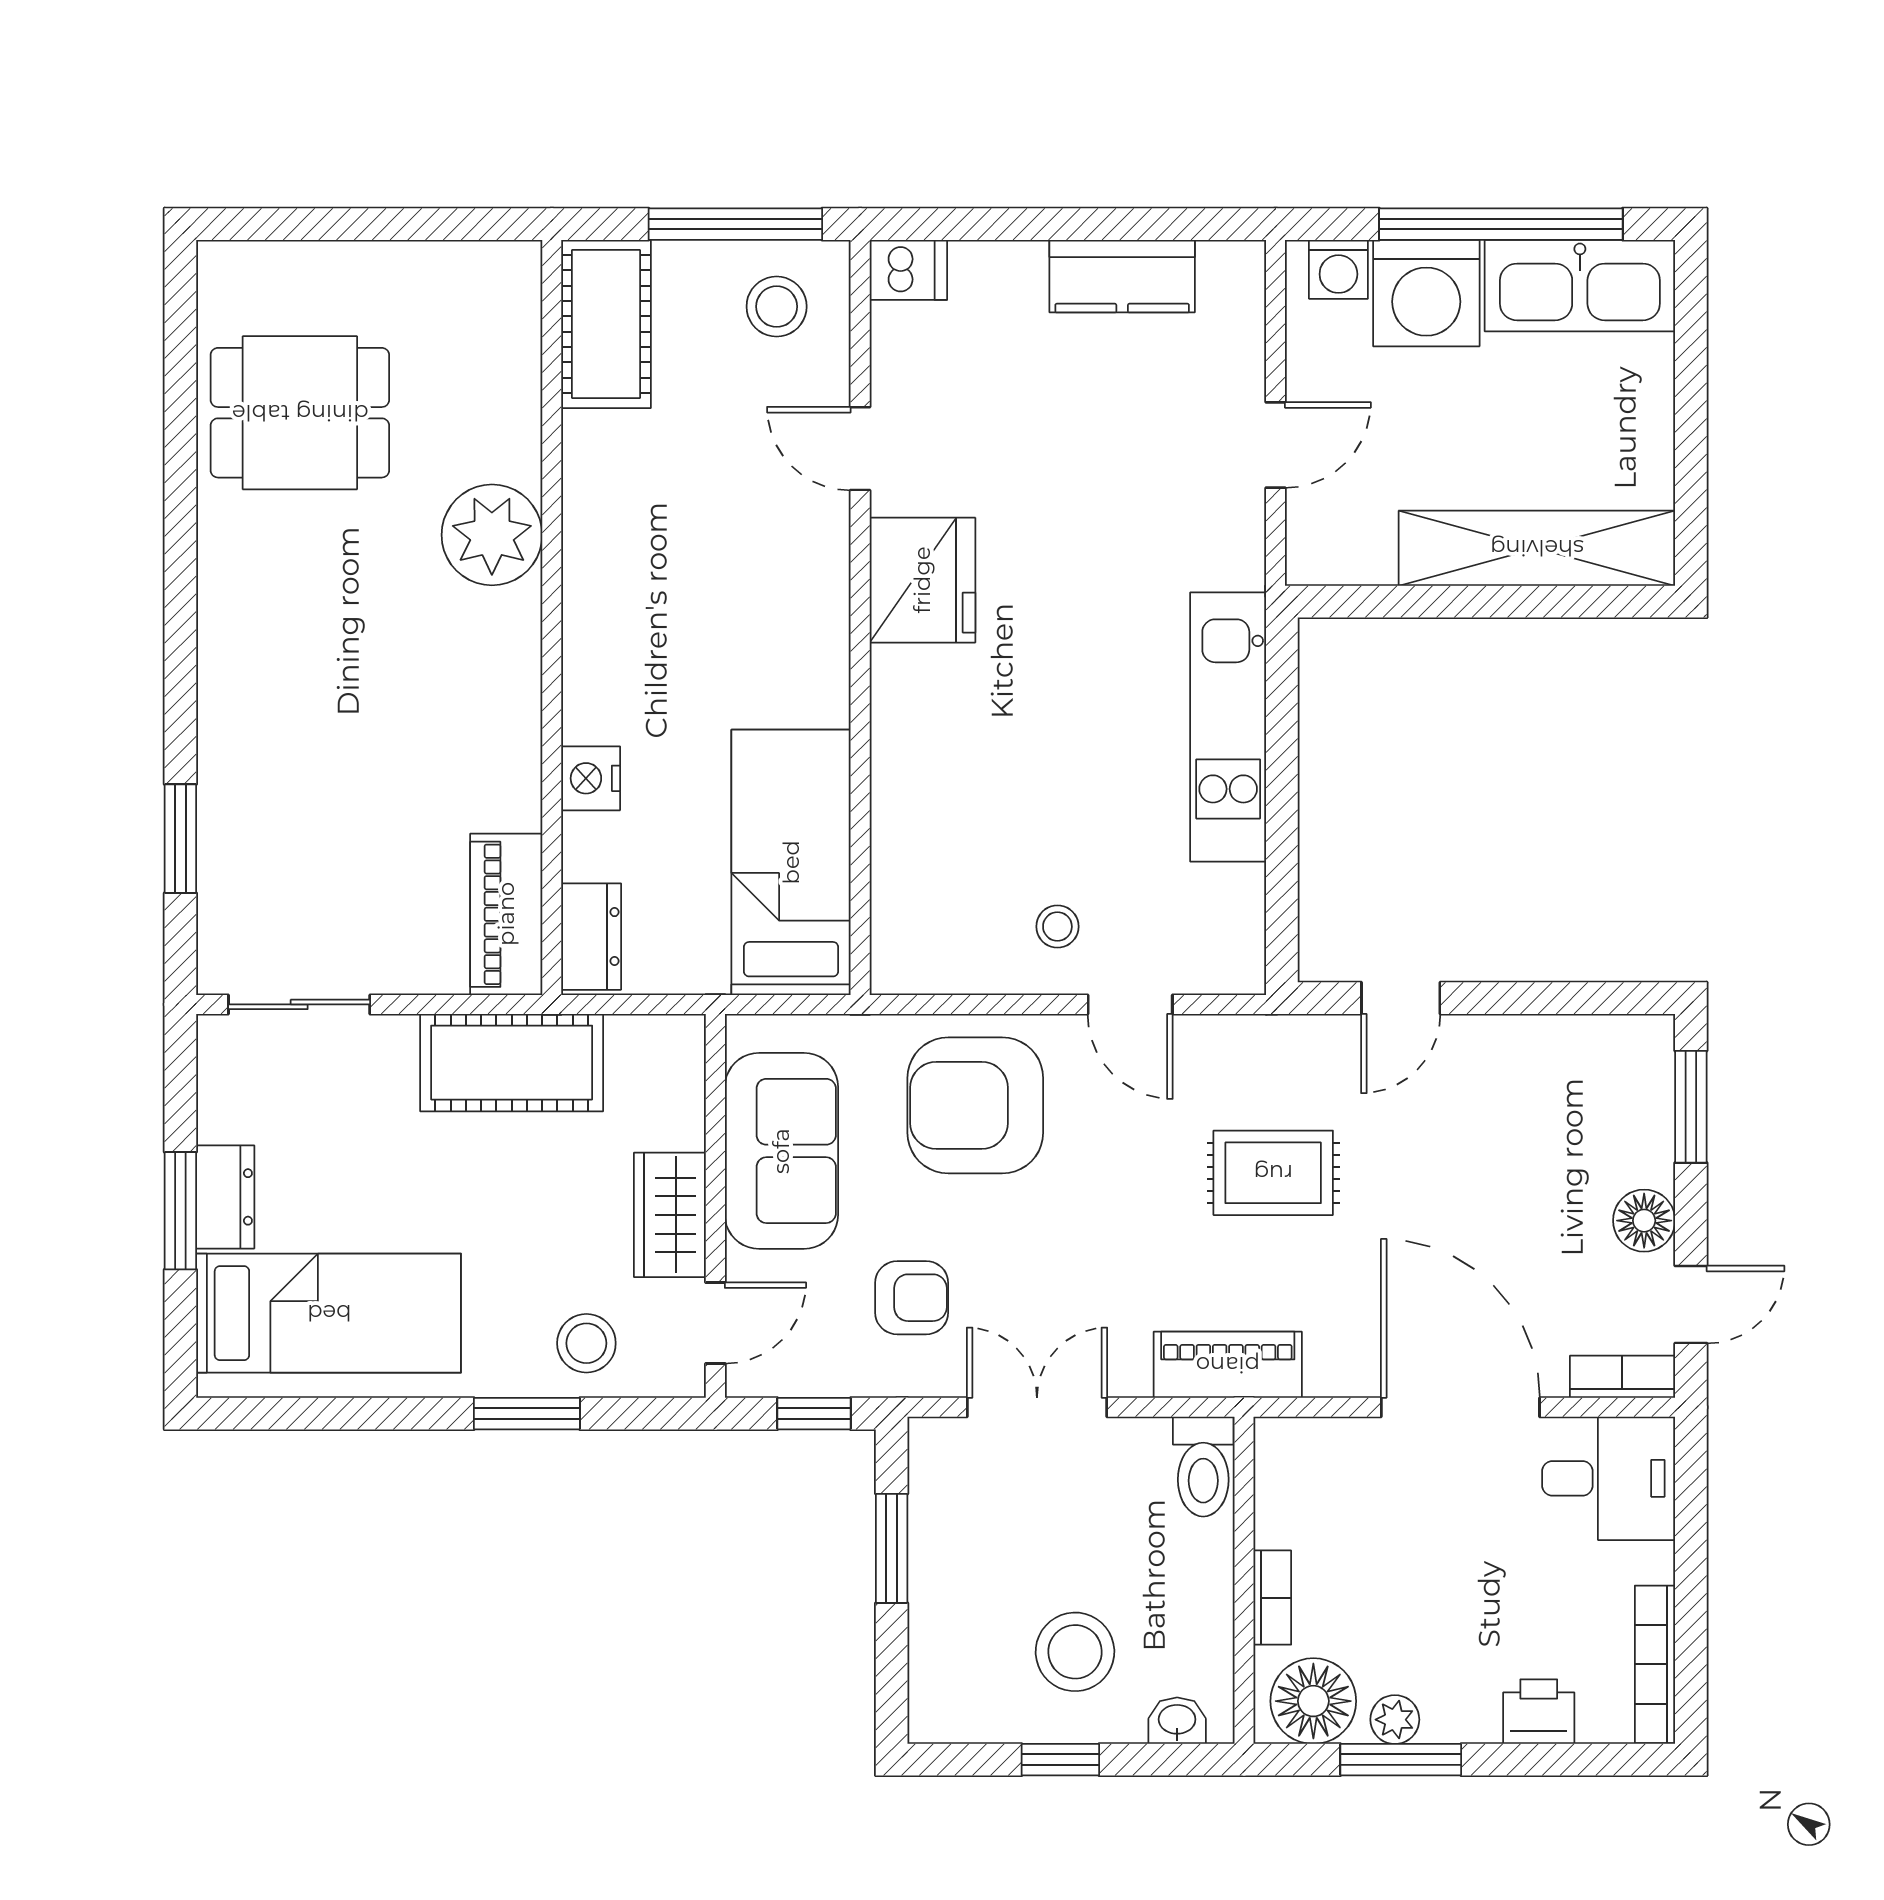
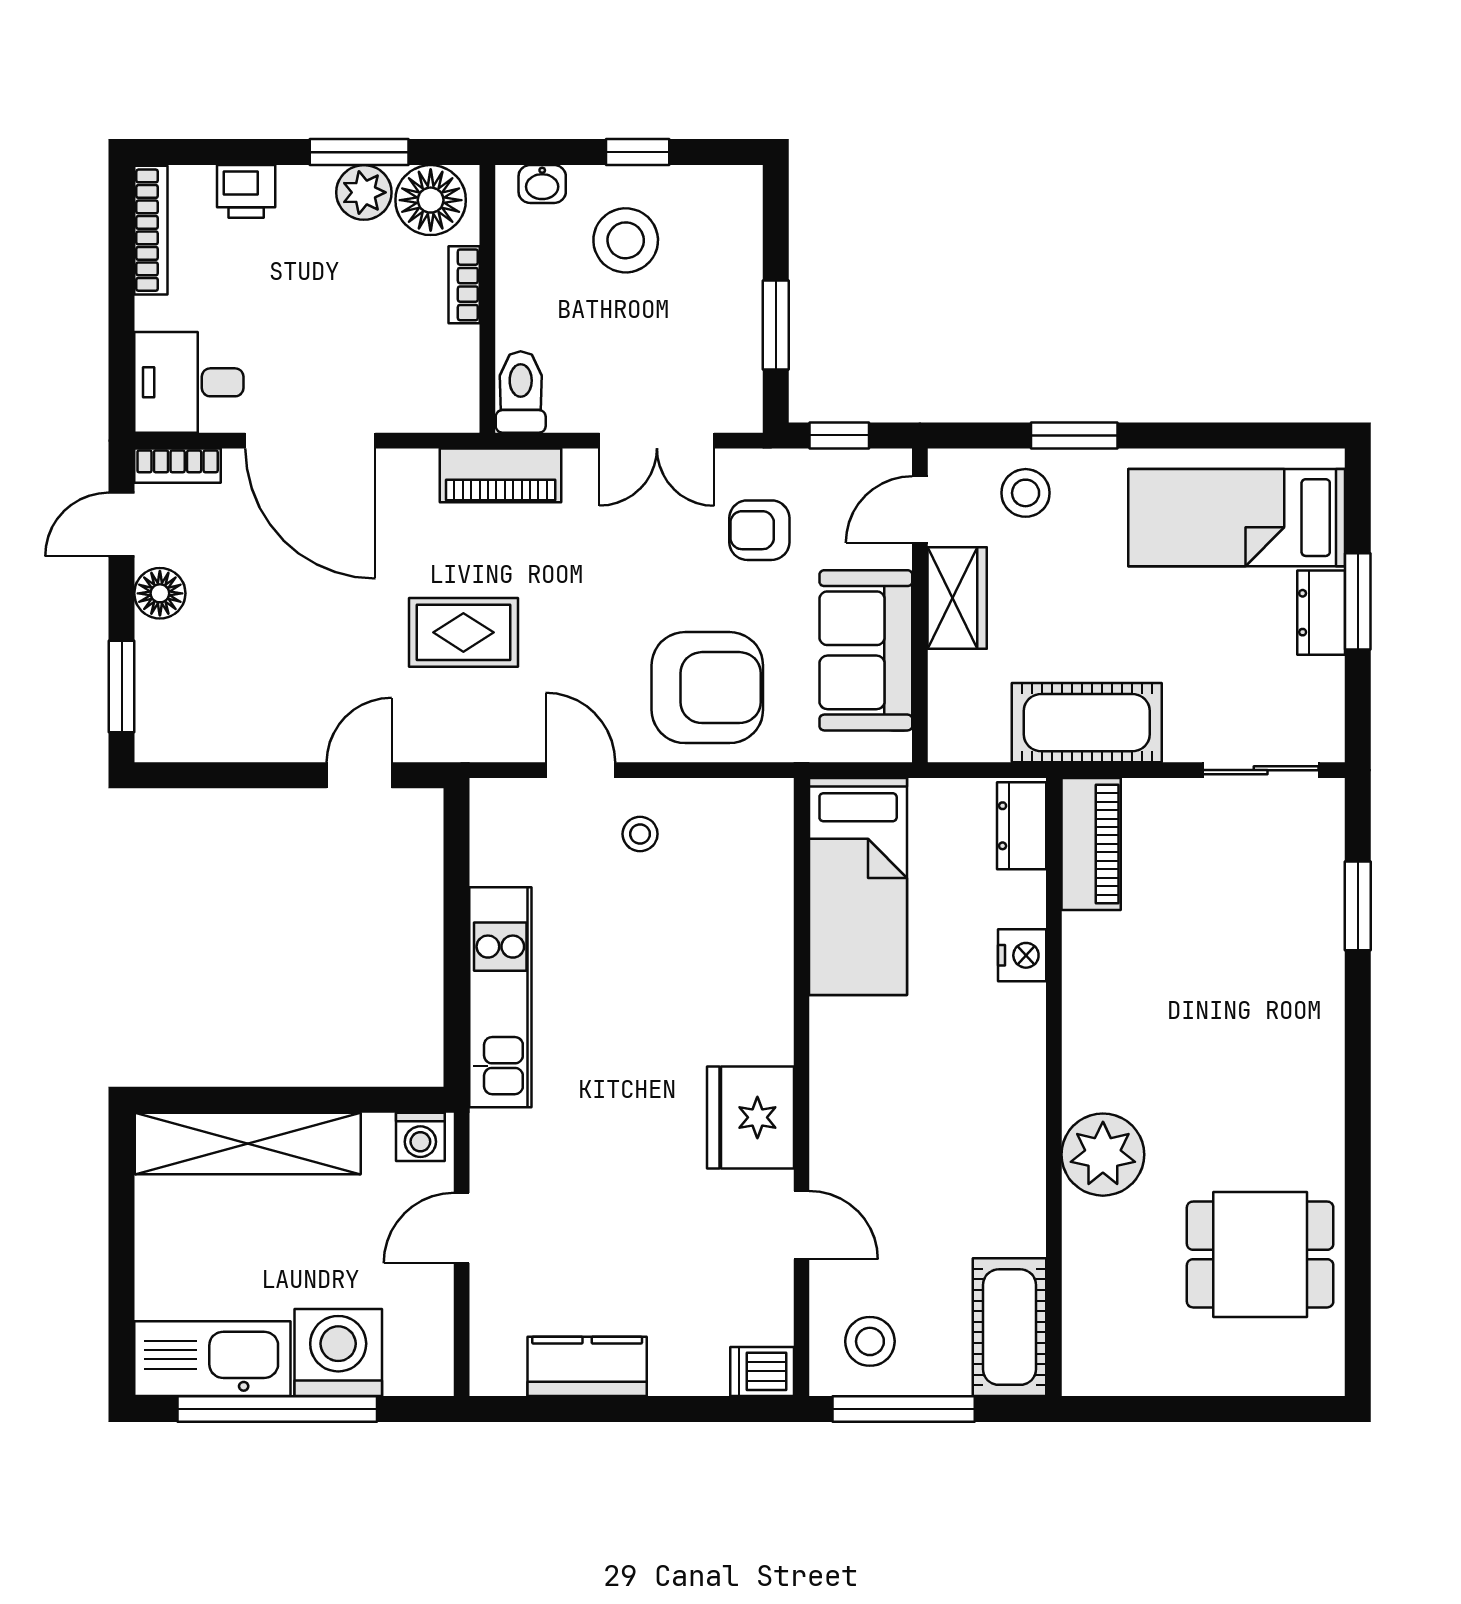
washing machine: (1338, 269) -> (420, 1137), moved, turned 180
plant: (1395, 1720) -> (364, 192), width x1.38, depth x1.38

